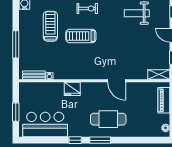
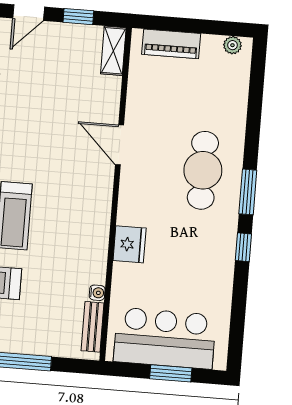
door: (117, 81) -> (119, 145), swing flipped
bar counter: (45, 125) -> (165, 338), moved, turned 90

